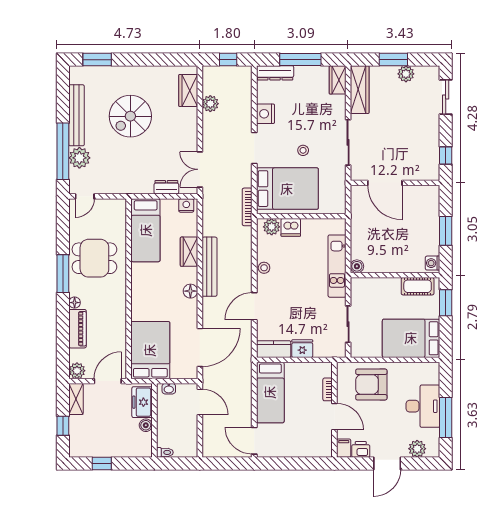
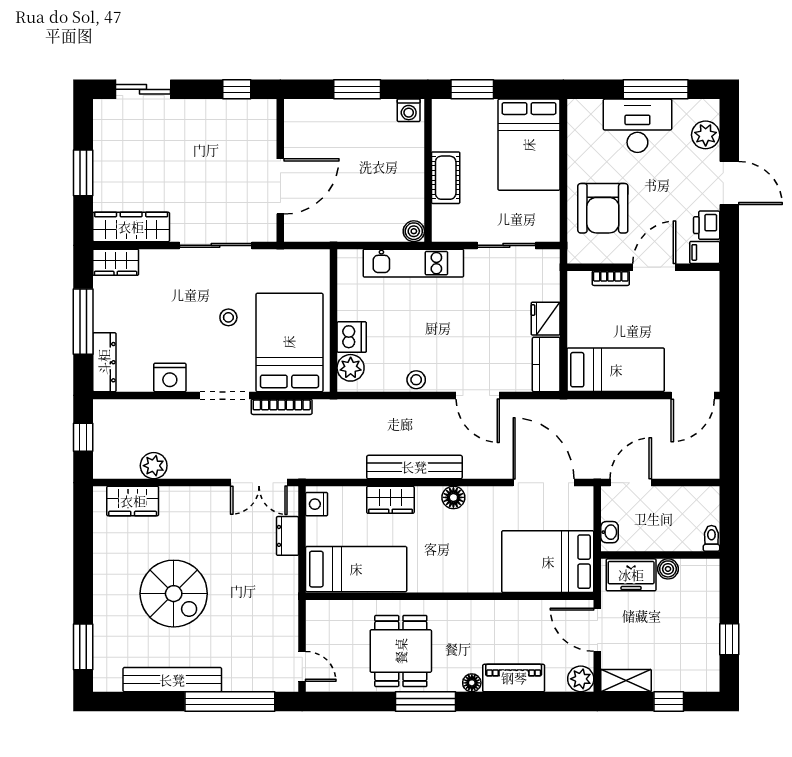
plant: (406, 74) -> (106, 153), removed
plant: (79, 158) -> (240, 675), removed
bookcase: (247, 207) -> (282, 407), moved
cot: (418, 286) -> (446, 178), moved

